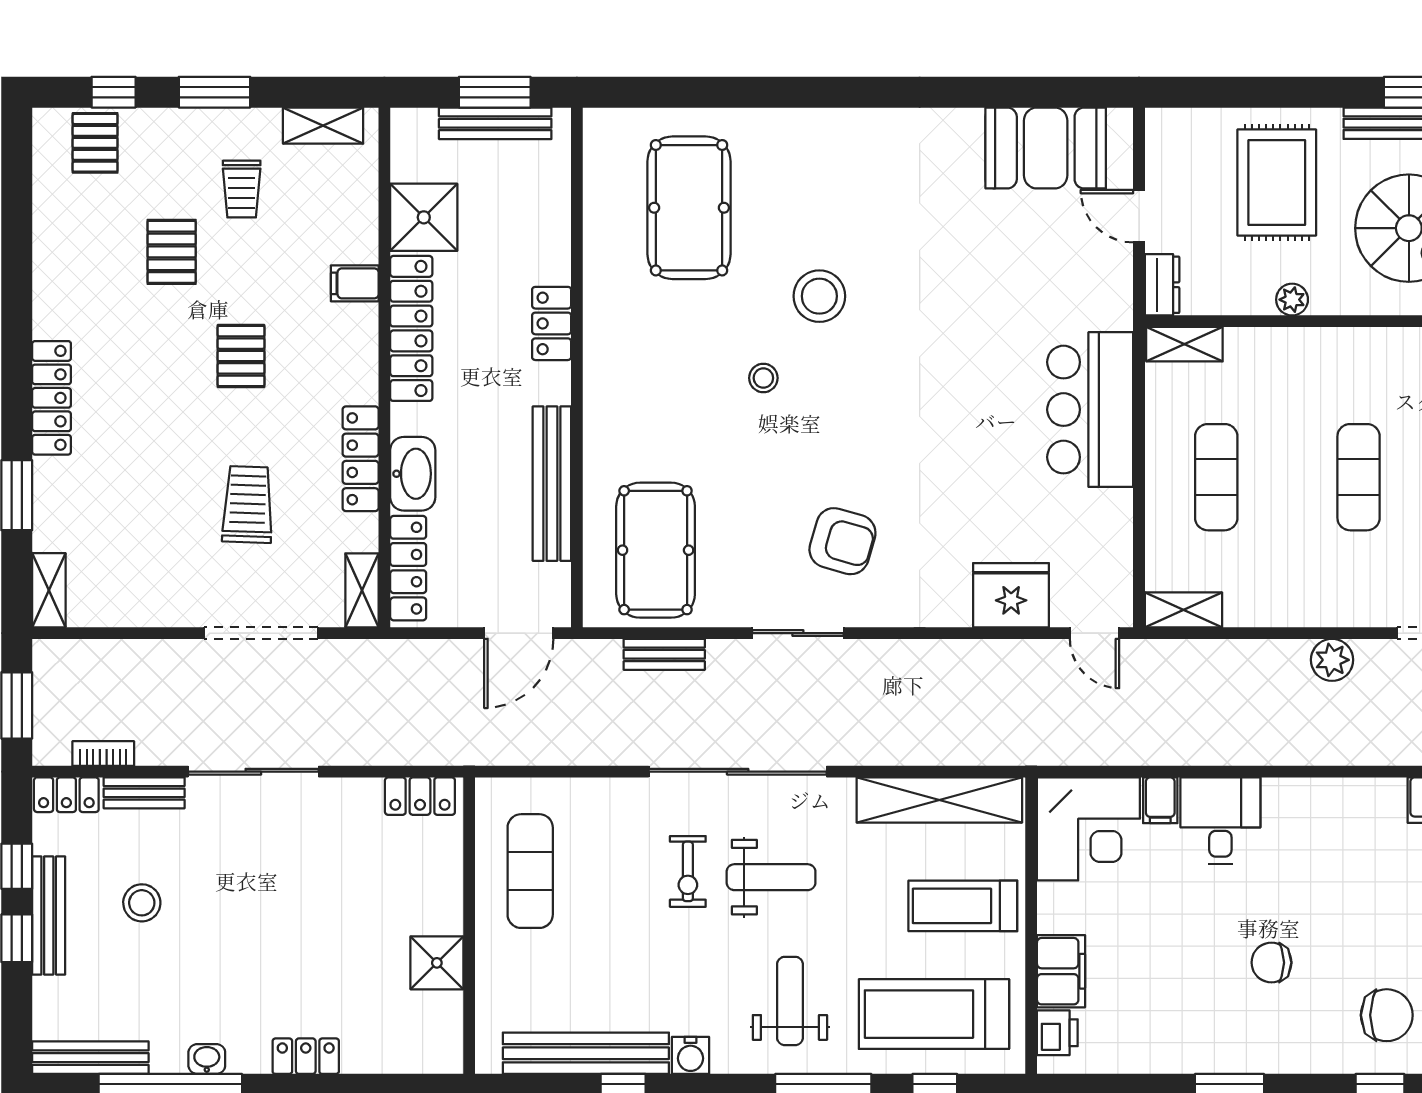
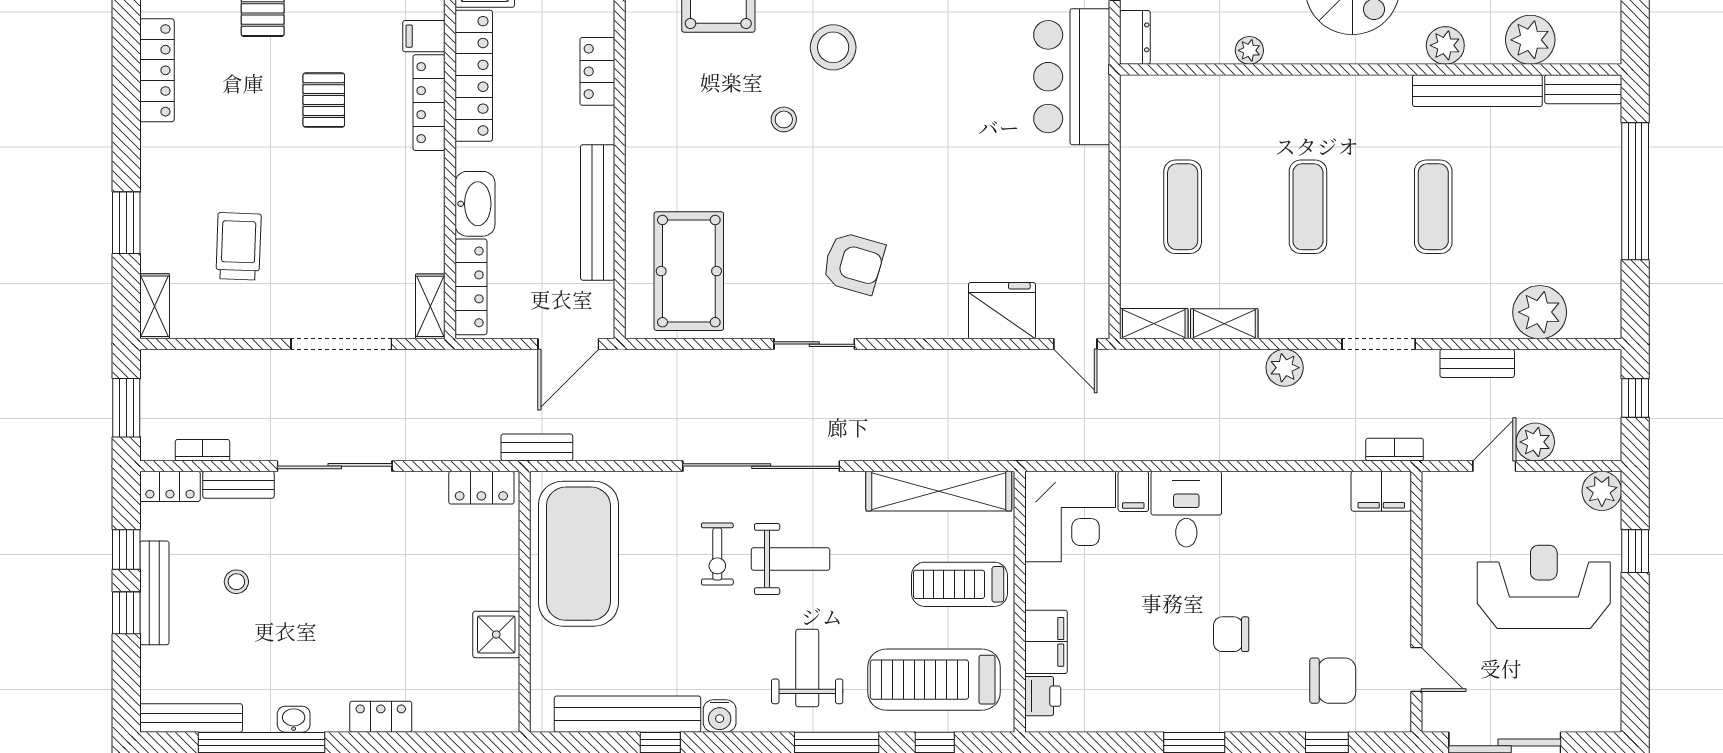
shelving: (1184, 344) -> (1224, 324), moved
locker: (52, 398) -> (157, 70), moved
bar counter: (1090, 410) -> (1072, 77), moved
locker: (361, 459) -> (429, 103), moved
trolley: (248, 504) -> (238, 246), moved
bench: (664, 654) -> (537, 447), moved
exercise mat: (530, 871) -> (578, 554), width x2.00, depth x1.45
stool: (142, 903) -> (236, 582), width x0.73, depth x0.73

